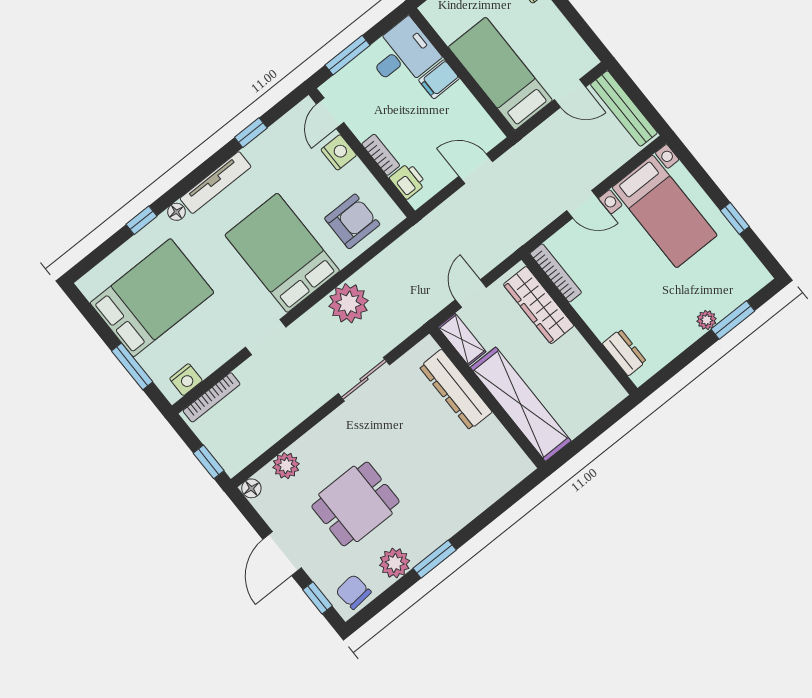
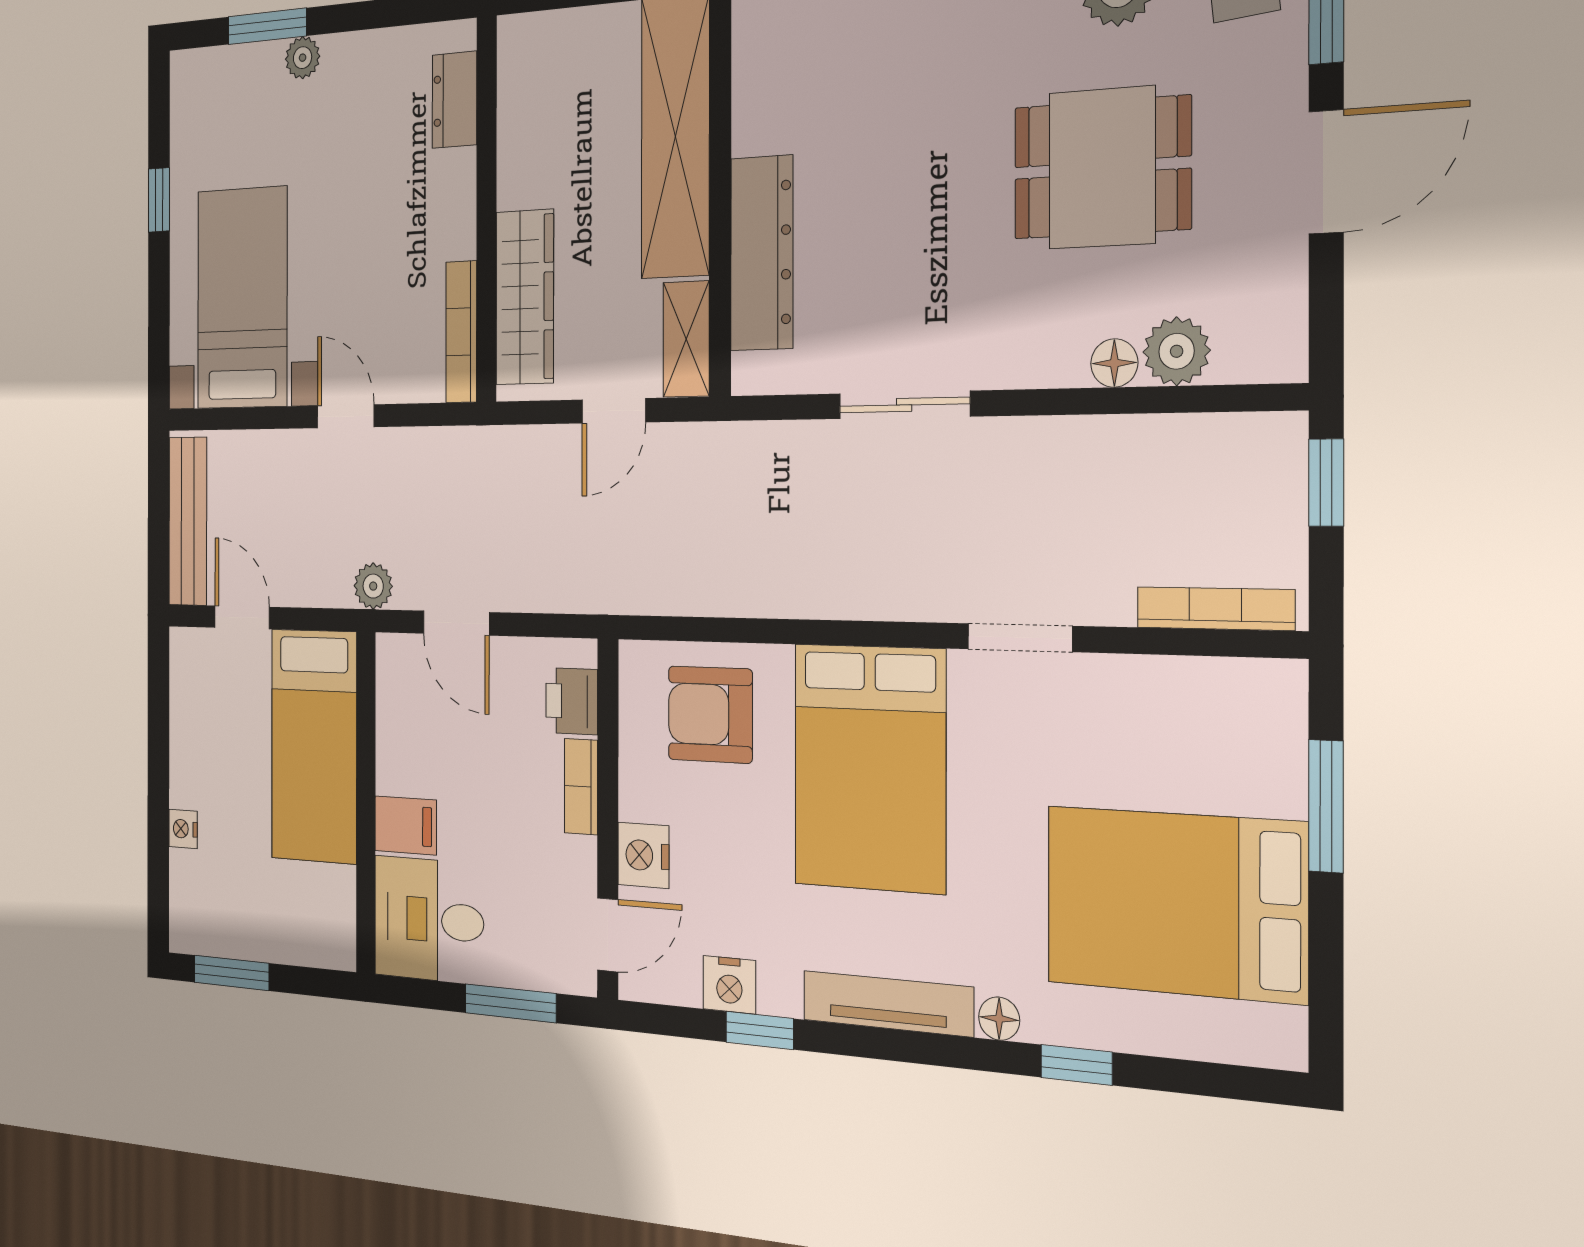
plant: (348, 303) -> (373, 586), moved, width x0.53, depth x0.53
nightstand: (186, 380) -> (729, 985), moved, turned 180
floor lamp: (251, 488) -> (1114, 363), moved

